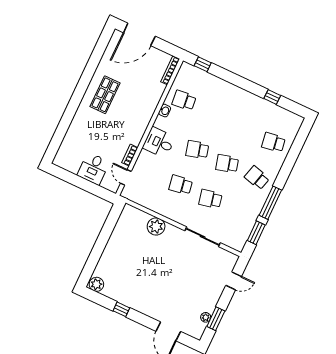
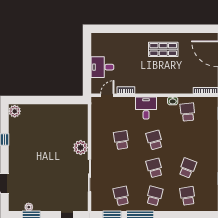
school desk: (244, 128) -> (188, 168), added
school desk: (210, 199) -> (121, 196), moved
plant: (156, 227) -> (81, 148), moved

